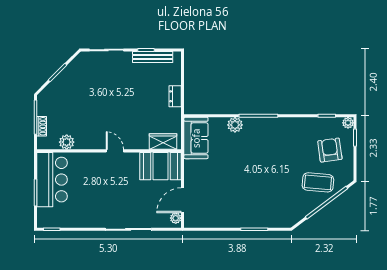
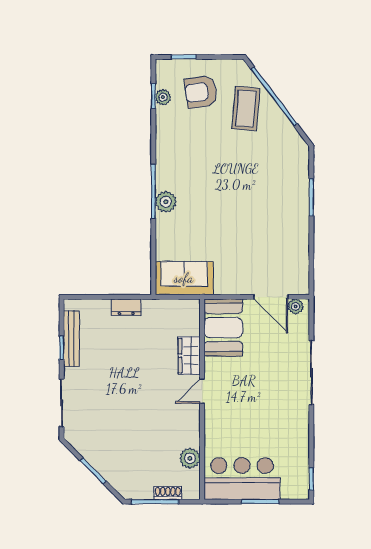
plant: (348, 123) -> (163, 97), moved
plant: (235, 125) -> (166, 202), moved
wardrobe: (163, 142) -> (189, 356), moved

